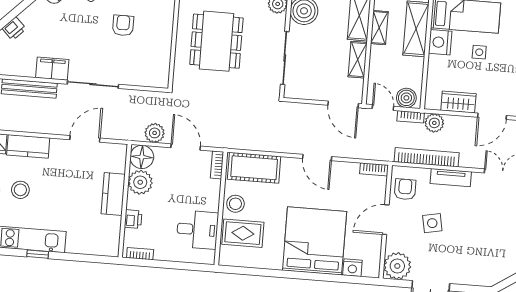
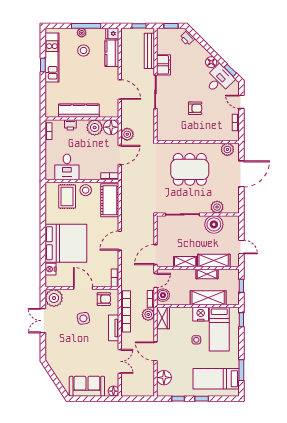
wardrobe: (458, 102) -> (163, 318), moved
kitchen counter: (113, 194) -> (79, 111), width x1.50

